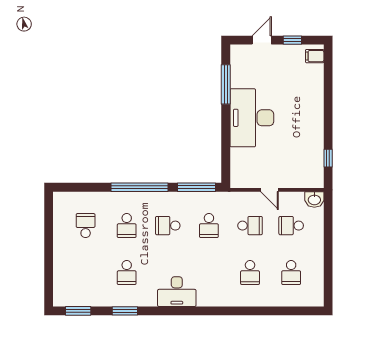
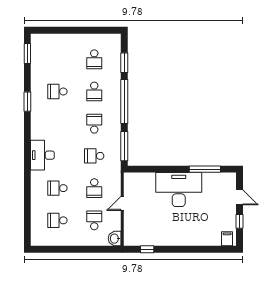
window: (90, 187) -> (124, 63), added
school desk: (86, 226) -> (94, 59), turned 90
school desk: (127, 226) -> (94, 91), turned -90
desk: (177, 292) -> (42, 155), moved
window: (125, 311) -> (27, 102), moved

